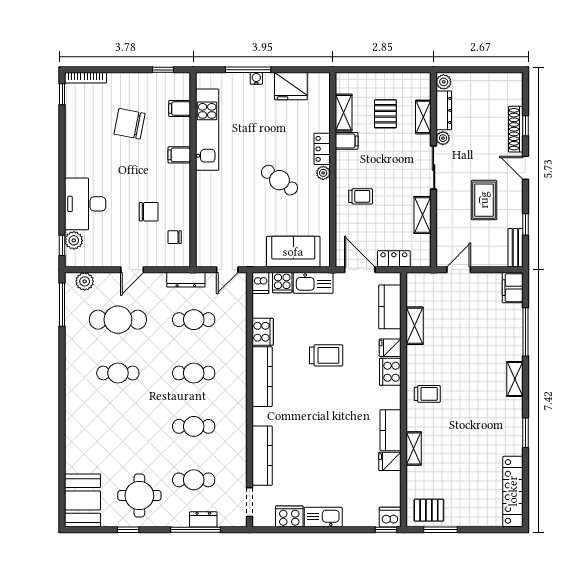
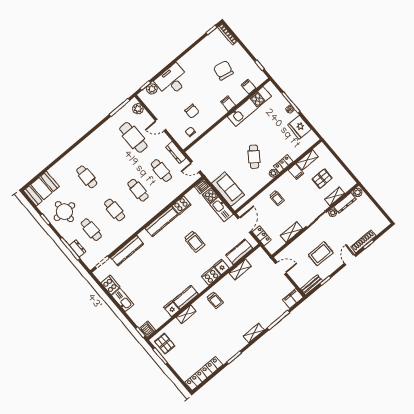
cafe table: (118, 373) -> (87, 177), moved

